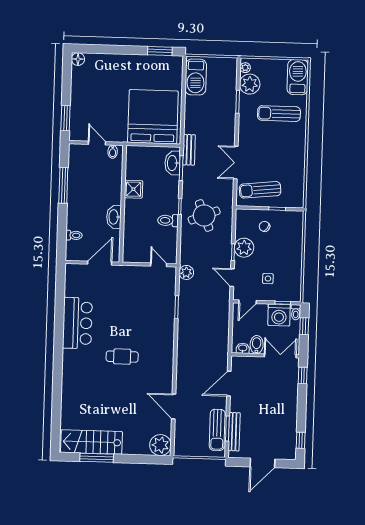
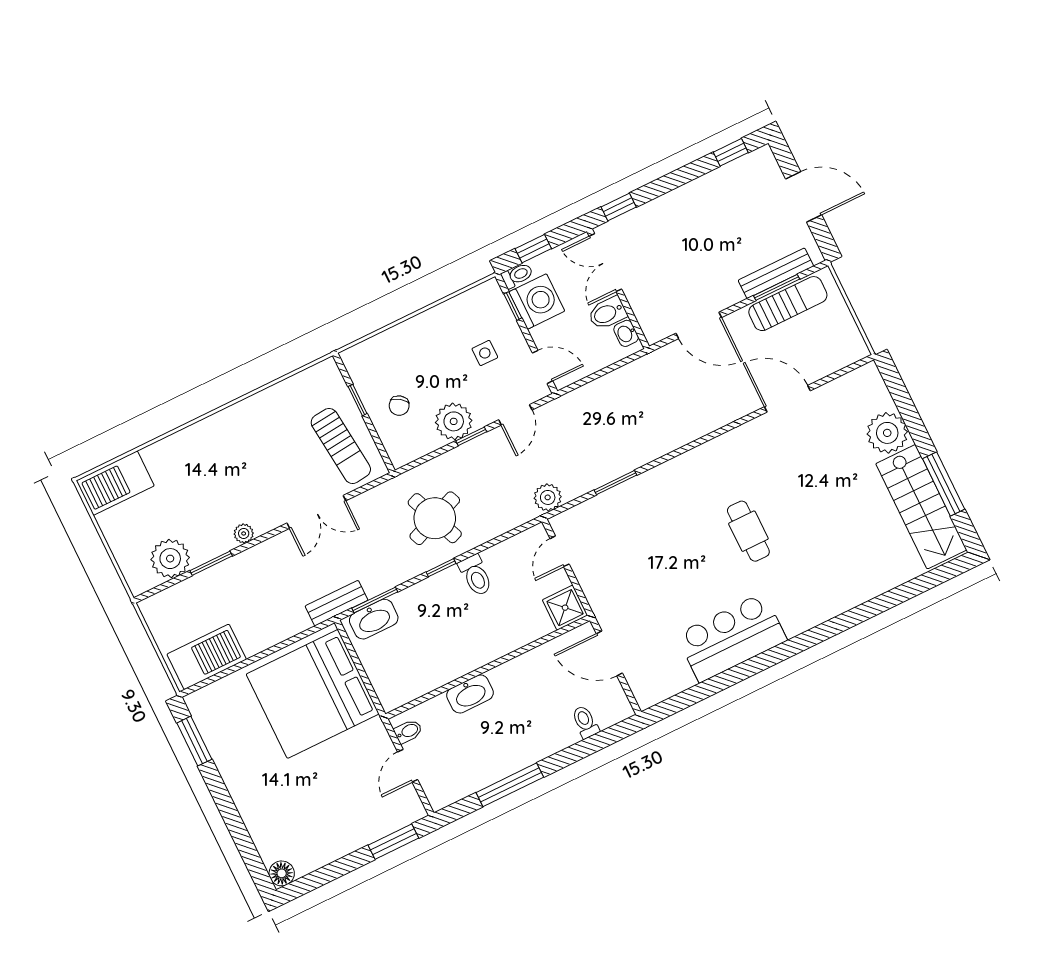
plant: (245, 68) -> (244, 533), moved
sun lounger: (279, 114) -> (194, 482), removed
shower: (133, 189) -> (565, 608), moved
washbasin: (114, 217) -> (470, 694), moved
door: (174, 407) -> (787, 399), swing flipped
plant: (160, 445) -> (887, 433), moved

